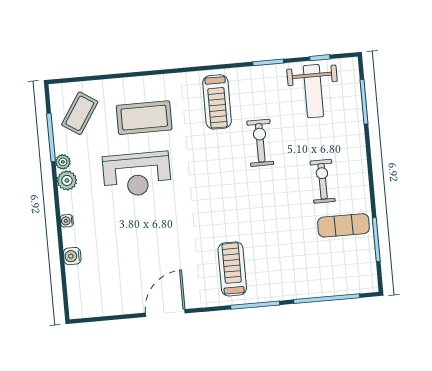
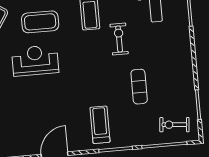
reception desk: (137, 174) -> (35, 60), turned 180
exercise bike: (323, 181) -> (174, 125), moved, turned -85
exercise mat: (343, 225) -> (139, 87), moved, turned 90

